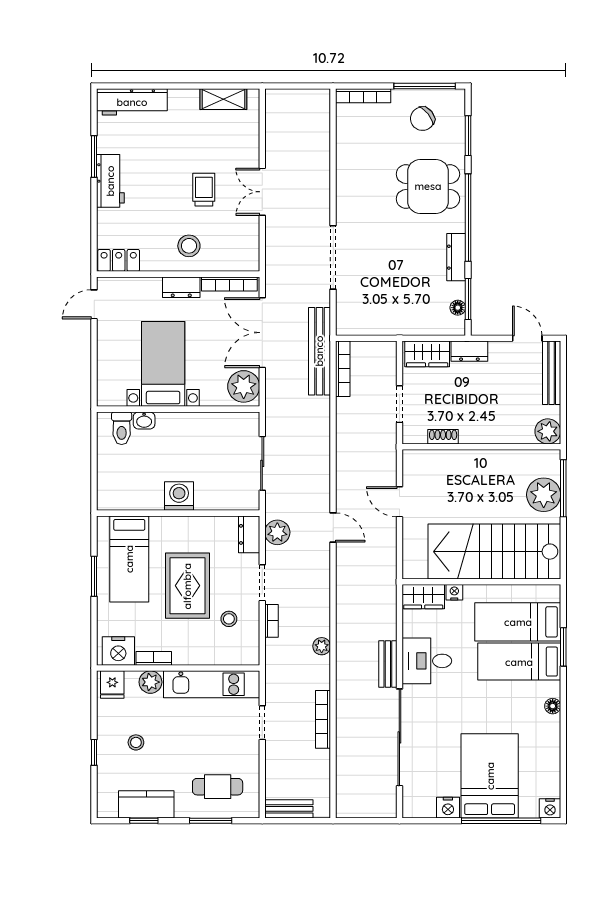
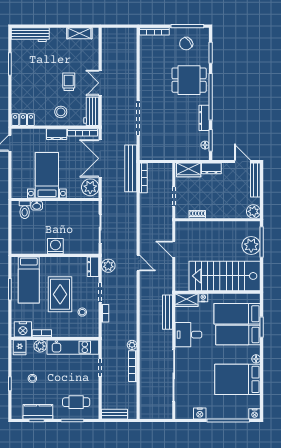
workbench: (110, 181) -> (91, 111), moved, turned 180
plant: (322, 646) -> (132, 345), moved
bench: (388, 664) -> (168, 312), moved, width x1.36
bed: (490, 776) -> (238, 379), moved, turned -90

